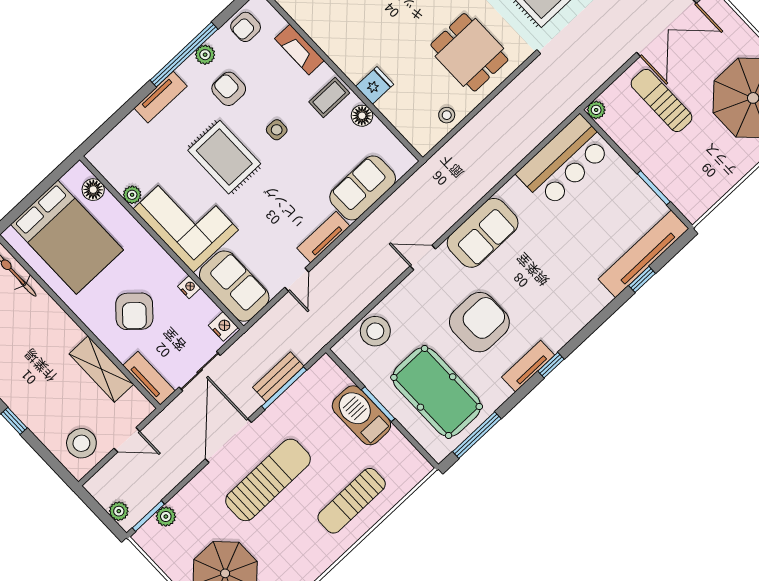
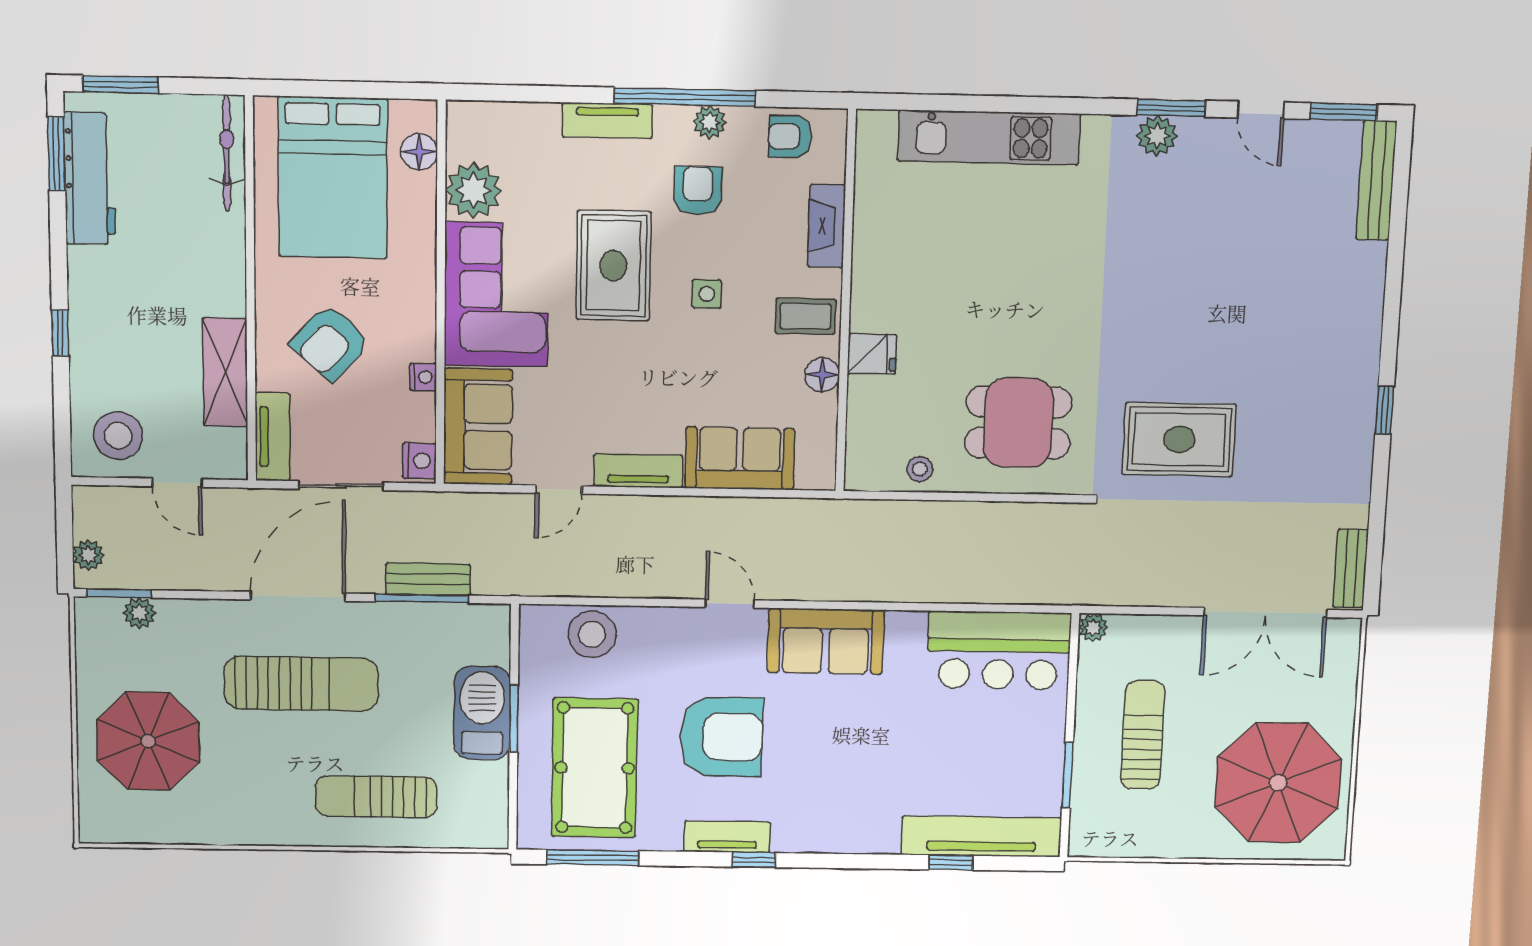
dining table: (469, 52) -> (1018, 423), turned 90
sun lounger: (661, 100) -> (1143, 735), moved
plant: (132, 195) -> (473, 190), width x1.88, depth x1.88

